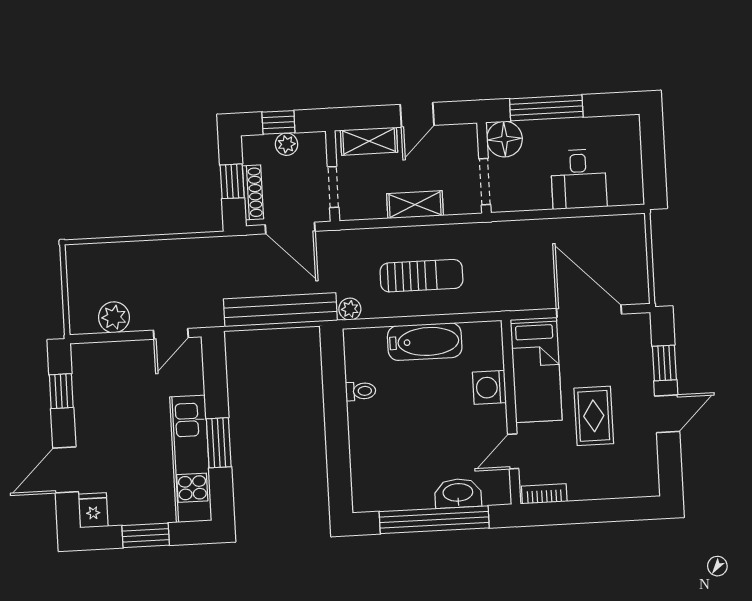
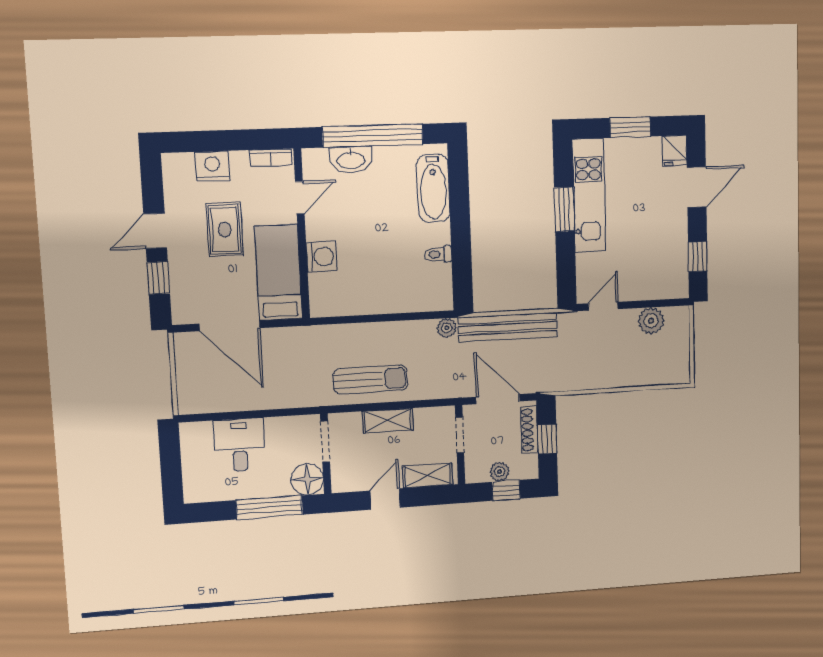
sun lounger: (421, 276) -> (371, 380), moved, turned 180
bathtub: (425, 342) -> (433, 188), moved, turned -90
nightstand: (606, 483) -> (212, 166), added

